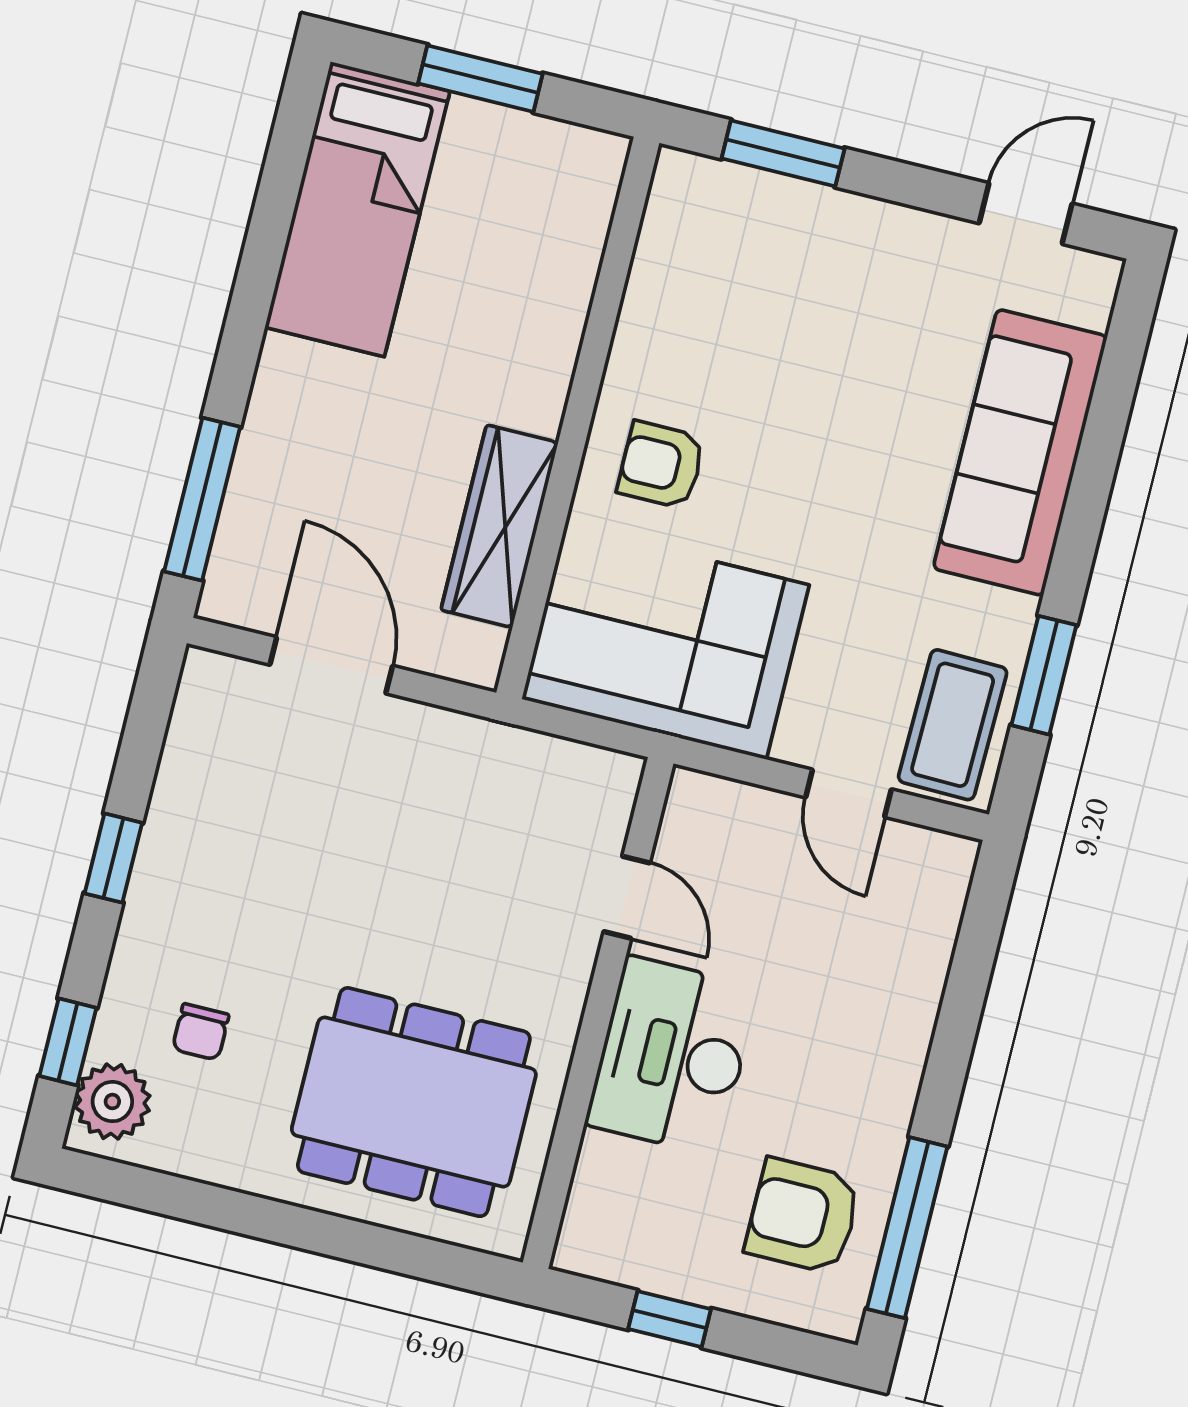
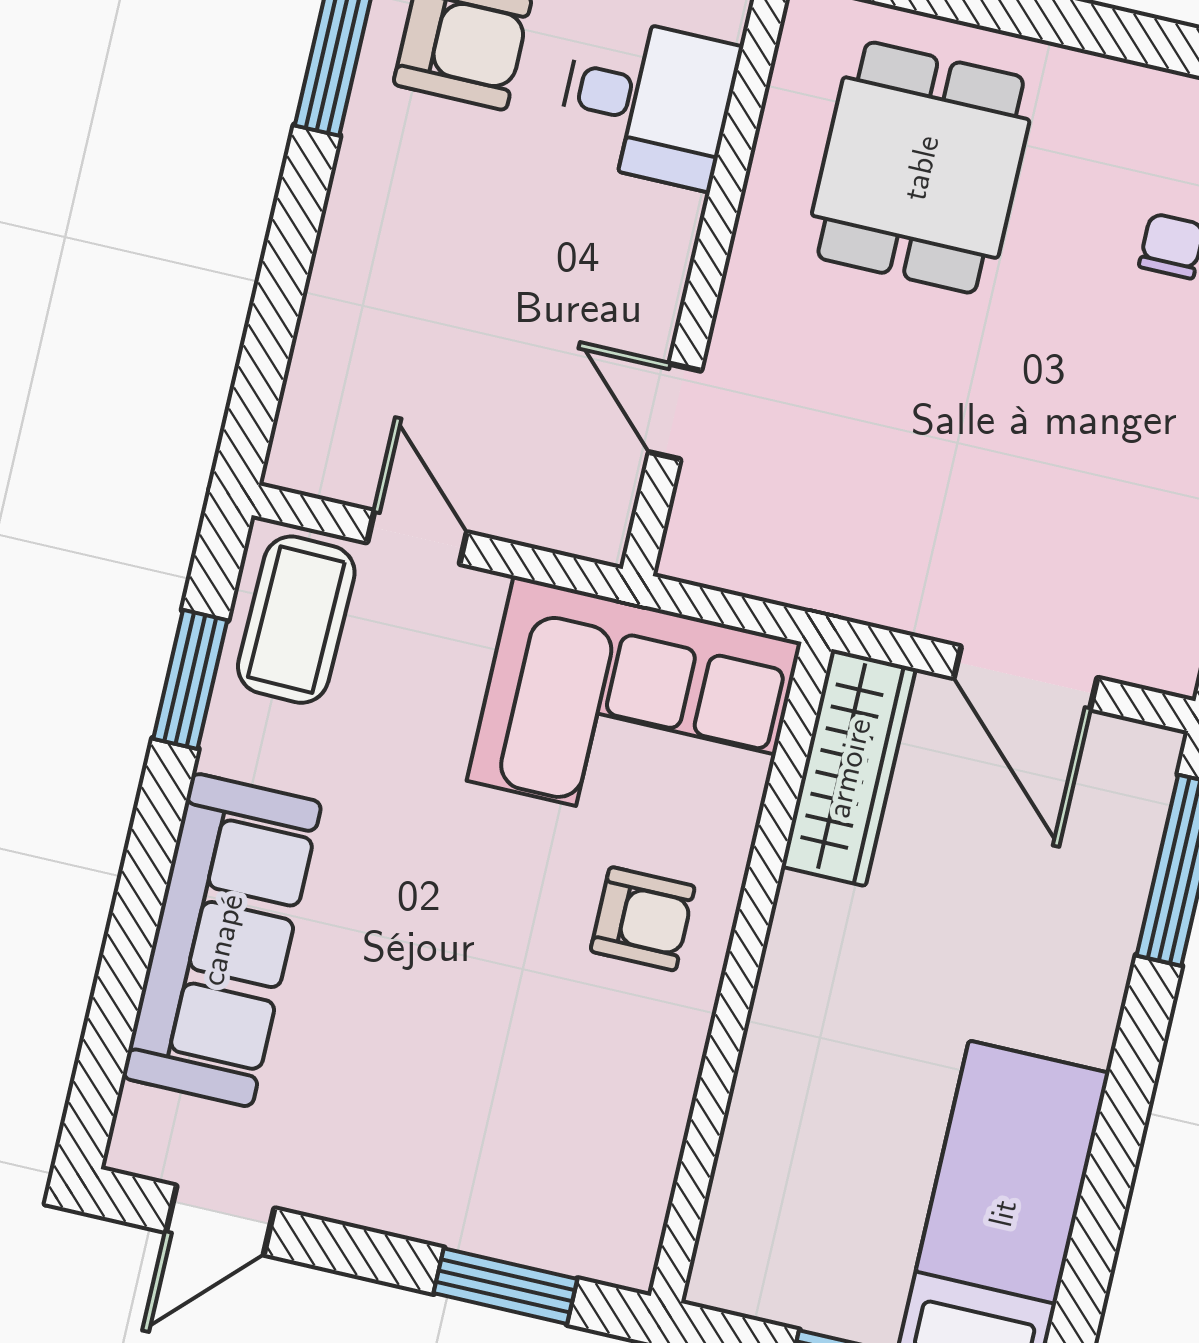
wardrobe: (499, 526) -> (849, 768), moved
desk: (672, 1056) -> (648, 101), moved, width x0.73
dining table: (414, 1102) -> (921, 168), width x0.73

